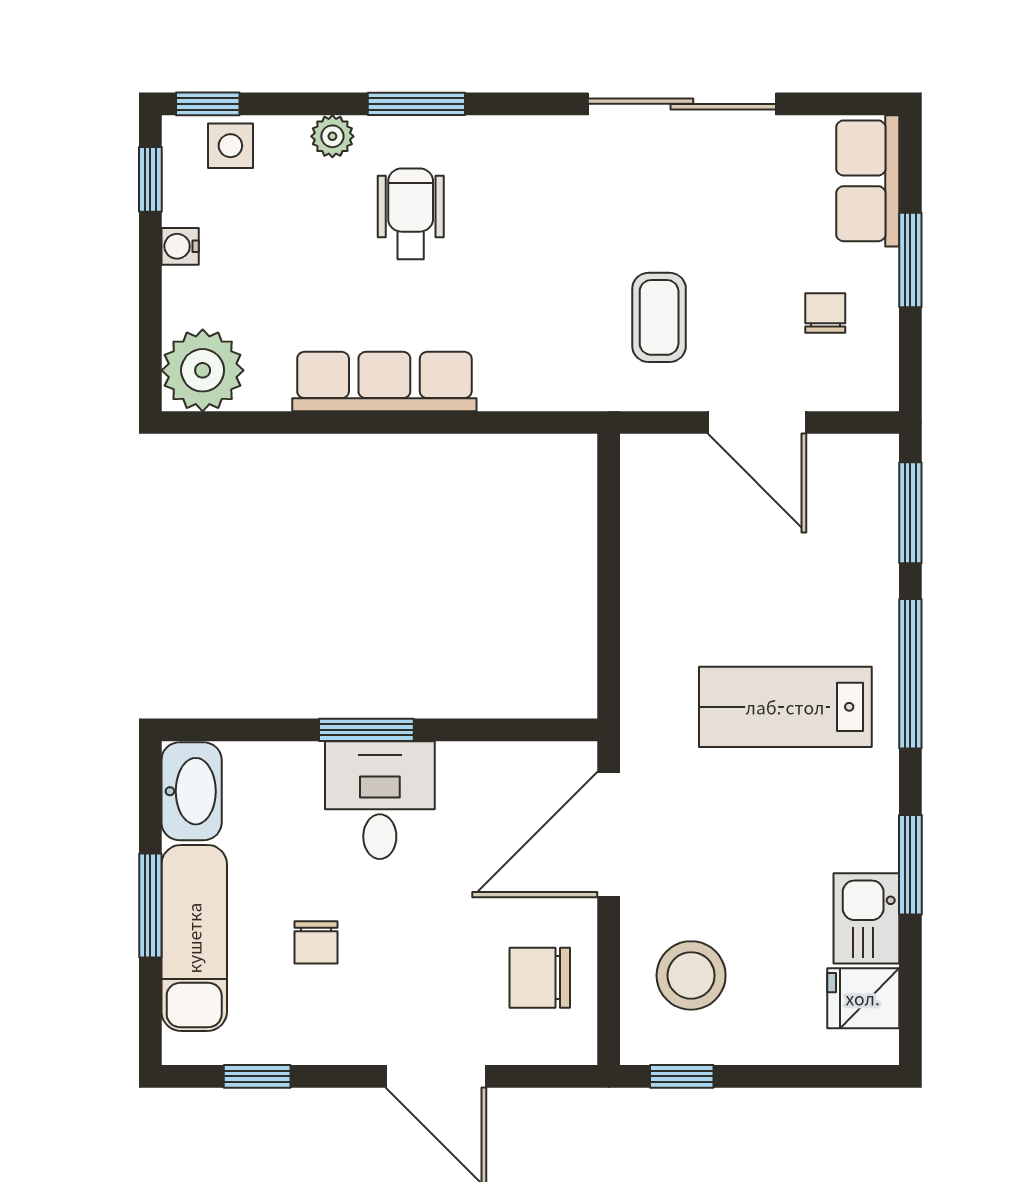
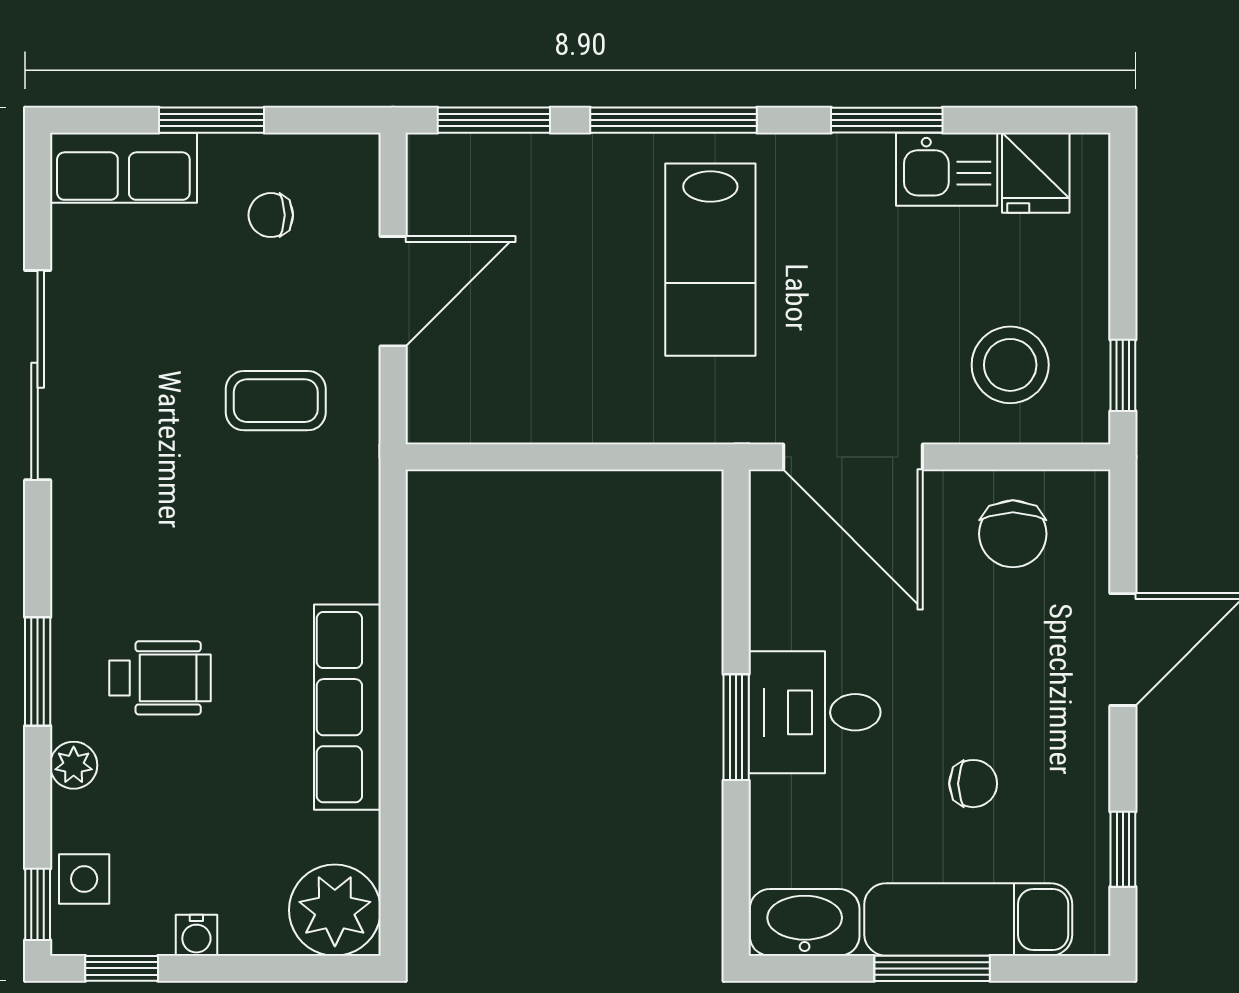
wheelchair: (411, 214) -> (160, 678), turned 180

